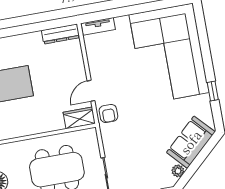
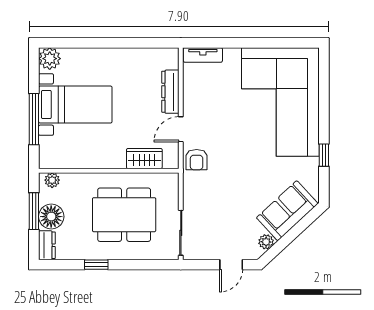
dresser: (61, 34) -> (170, 92), moved, turned 90
wardrobe: (79, 118) -> (144, 159), moved

